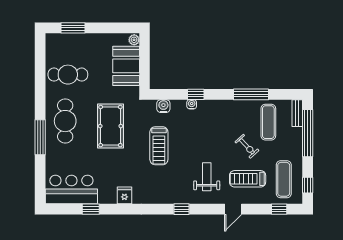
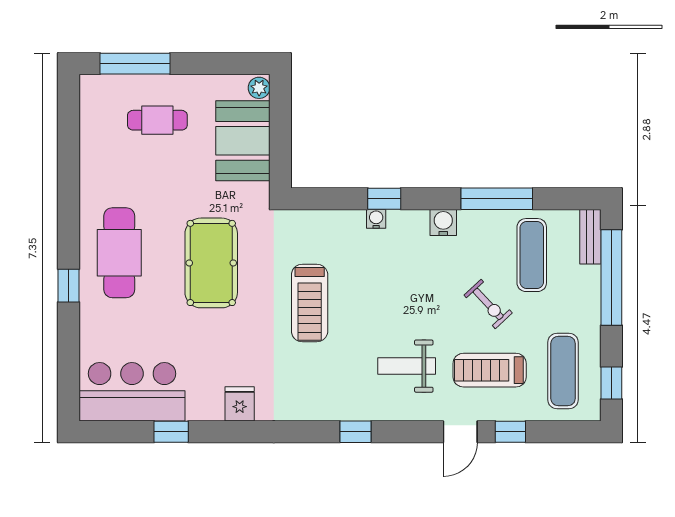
window: (73, 28) -> (135, 64), width x1.44
cafe table: (68, 75) -> (157, 120), moved, width x0.73, depth x0.74
water cooler: (163, 106) -> (443, 222), moved
window: (40, 137) -> (69, 286), width x0.46
weight bench: (207, 177) -> (407, 366), turned -90
window: (279, 209) -> (510, 432), moved

